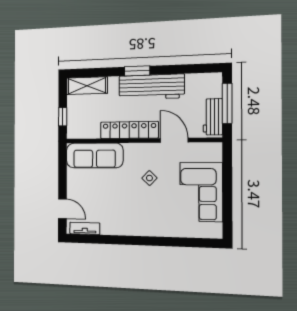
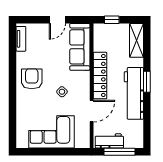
door: (62, 209) -> (57, 20), moved
armchair: (133, 216) -> (32, 79), added

